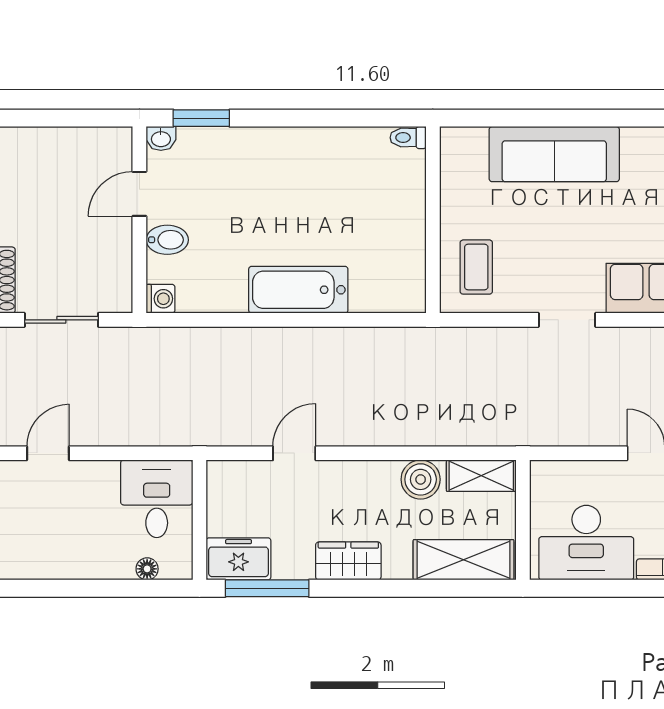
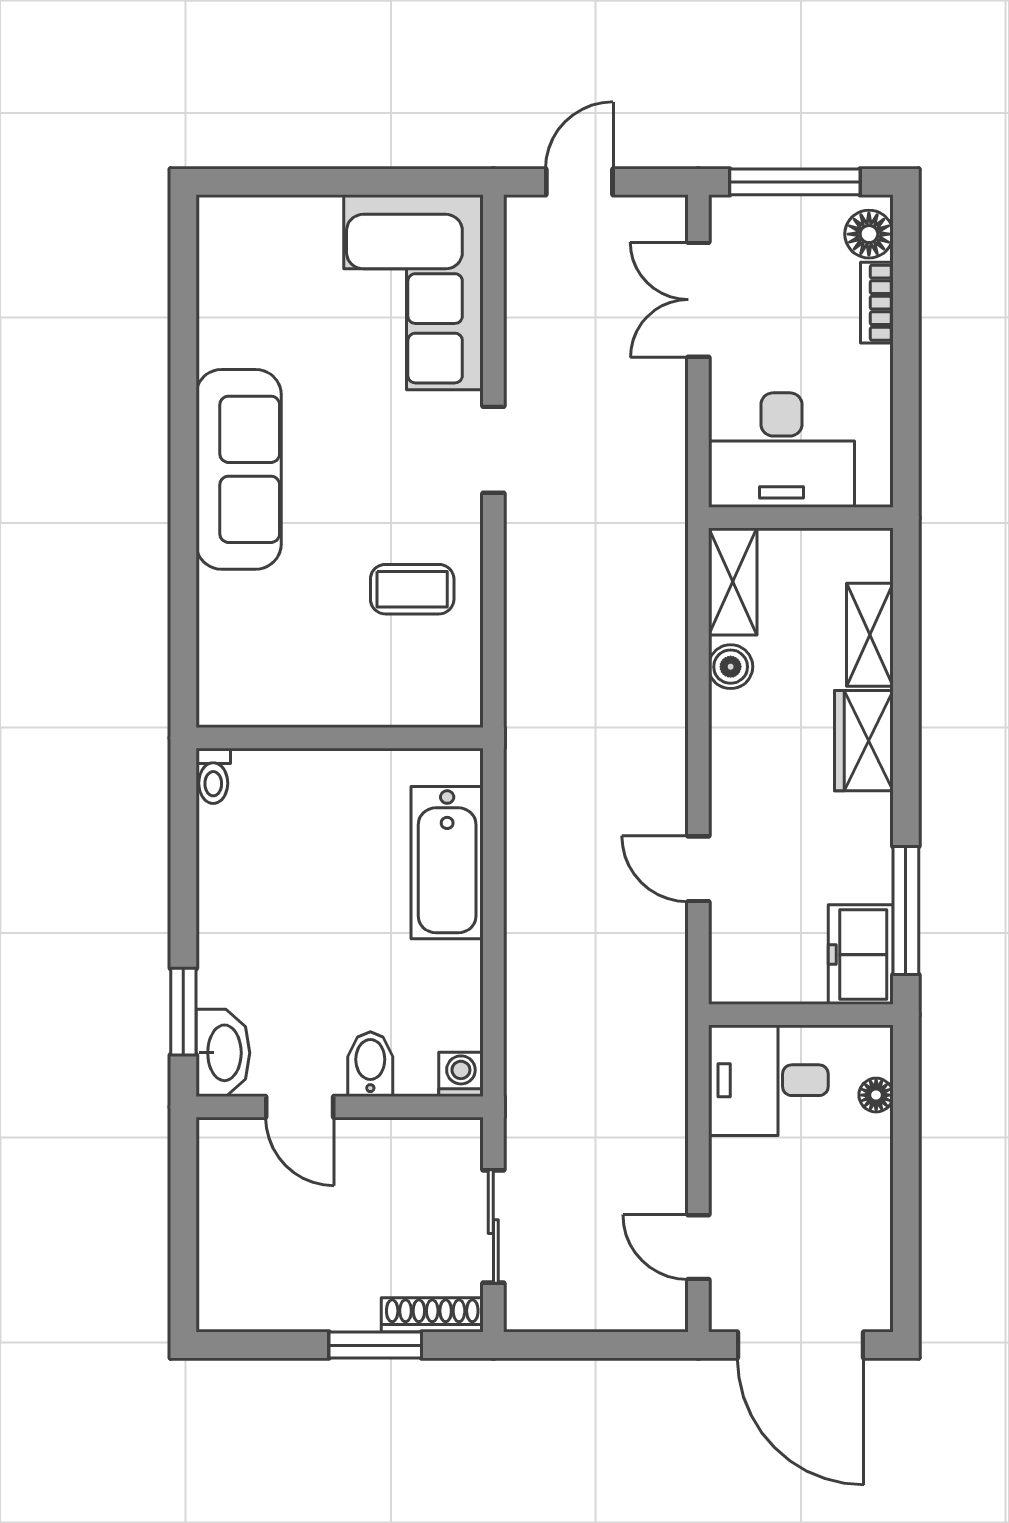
washbasin: (161, 138) -> (223, 1053), width x1.91, depth x1.45
toilet: (408, 138) -> (213, 776), moved
wall: (433, 220) -> (340, 738), moved
boiler: (421, 479) -> (731, 667), width x0.73, depth x0.73
desk: (586, 543) -> (781, 450), moved, turned 90
shelving: (463, 560) -> (870, 635), width x0.67, depth x0.75
wardrobe: (348, 561) -> (864, 741), moved

